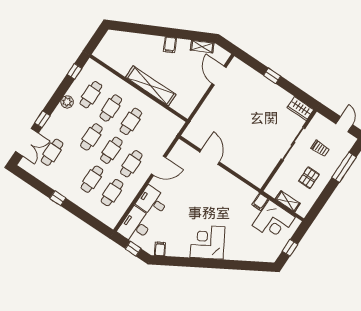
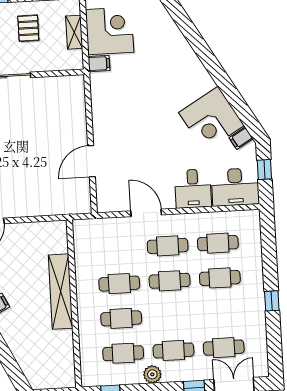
cafe table: (91, 137) -> (173, 350), moved
pallet: (309, 178) -> (28, 28), turned 90
corner desk: (208, 242) -> (211, 119), moved

